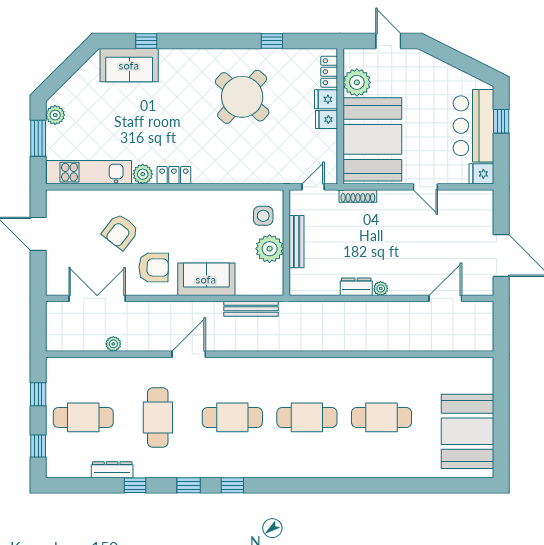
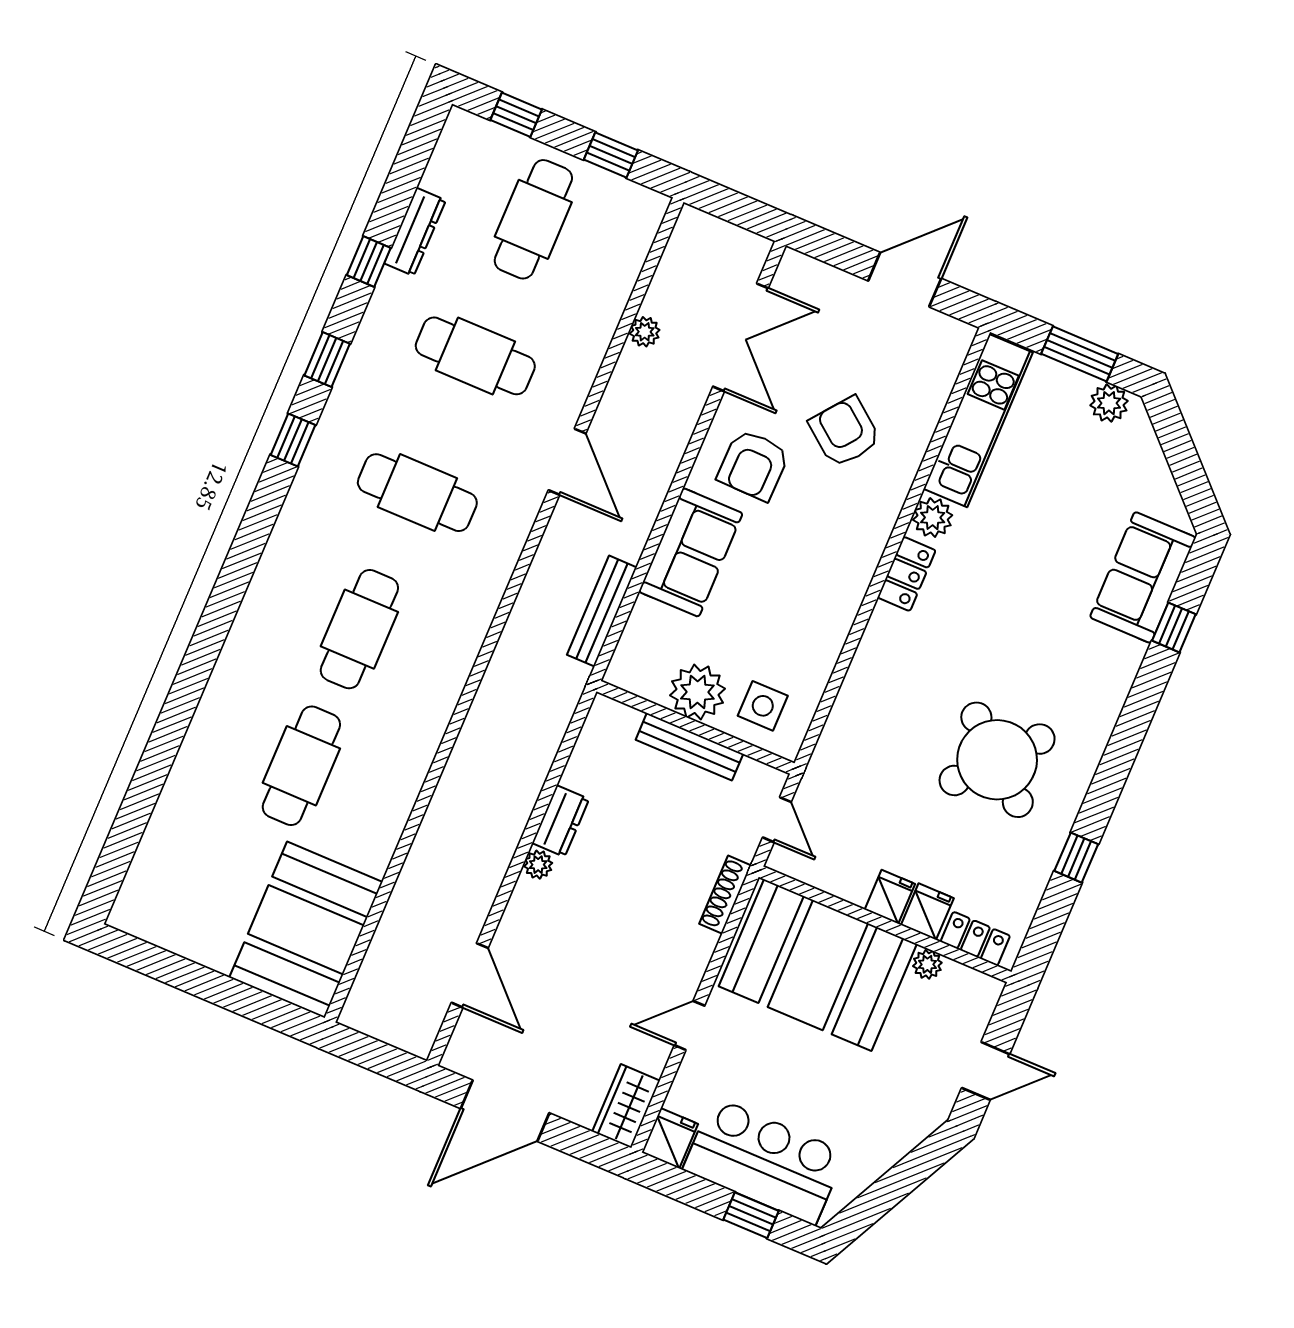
plant: (357, 82) -> (927, 964), width x0.53, depth x0.53
wardrobe: (475, 200) -> (626, 1106), added
cafe table: (232, 417) -> (417, 493), turned 90
booth: (468, 431) -> (306, 930), moved, turned 90

